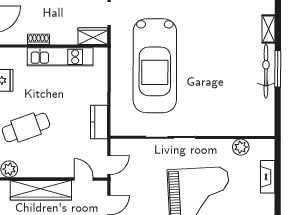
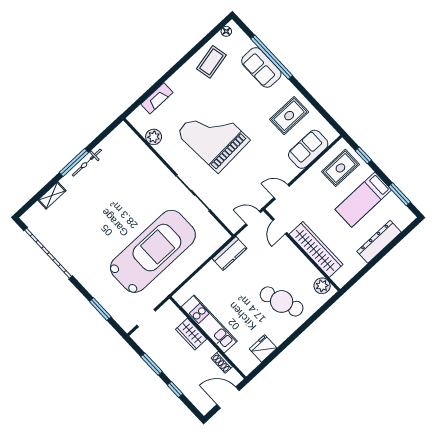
wardrobe: (93, 36) -> (191, 334), moved
shoe rack: (38, 39) -> (222, 362), moved
bicycle: (266, 71) -> (87, 163), width x0.73, depth x0.71

